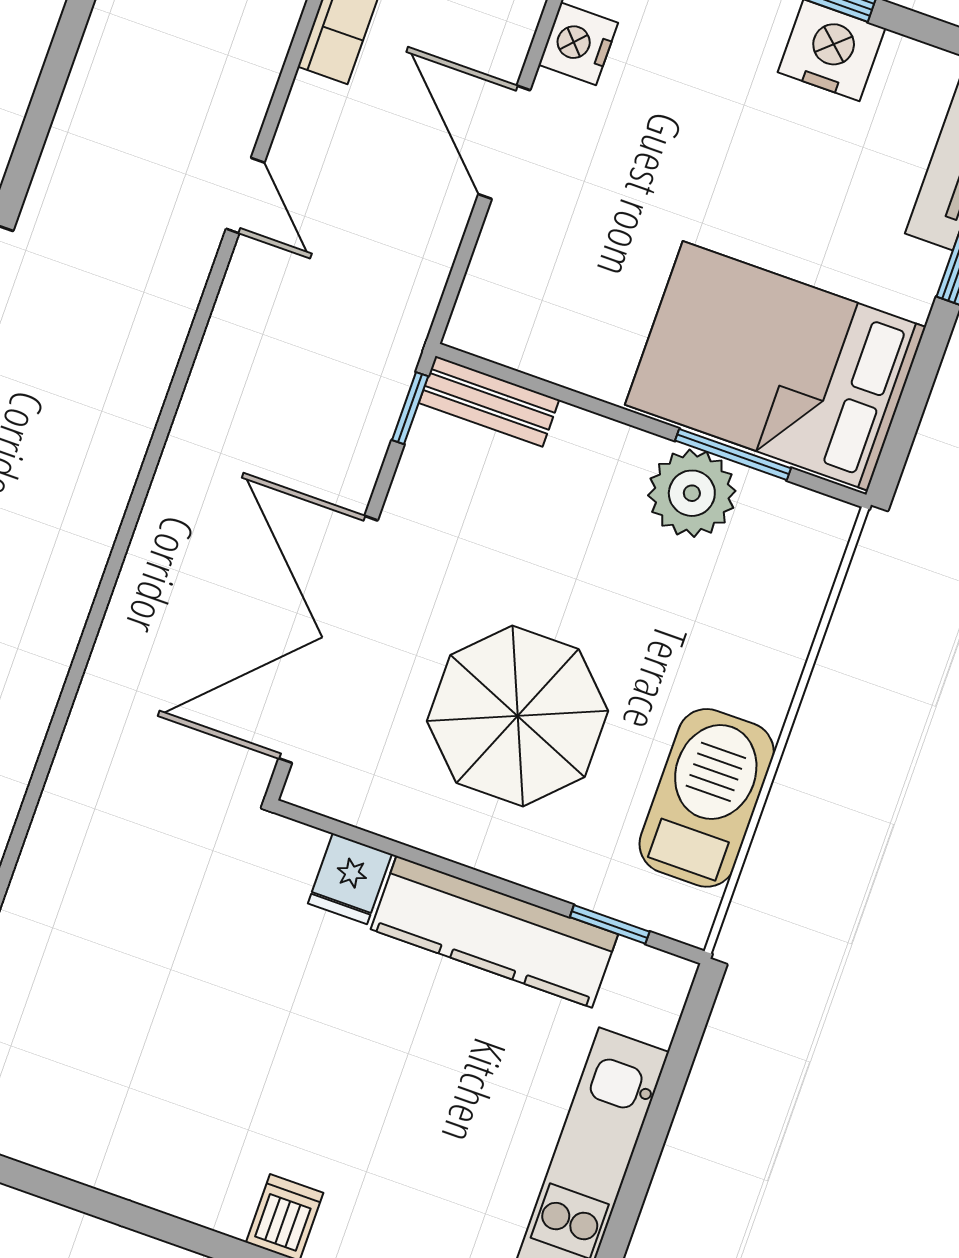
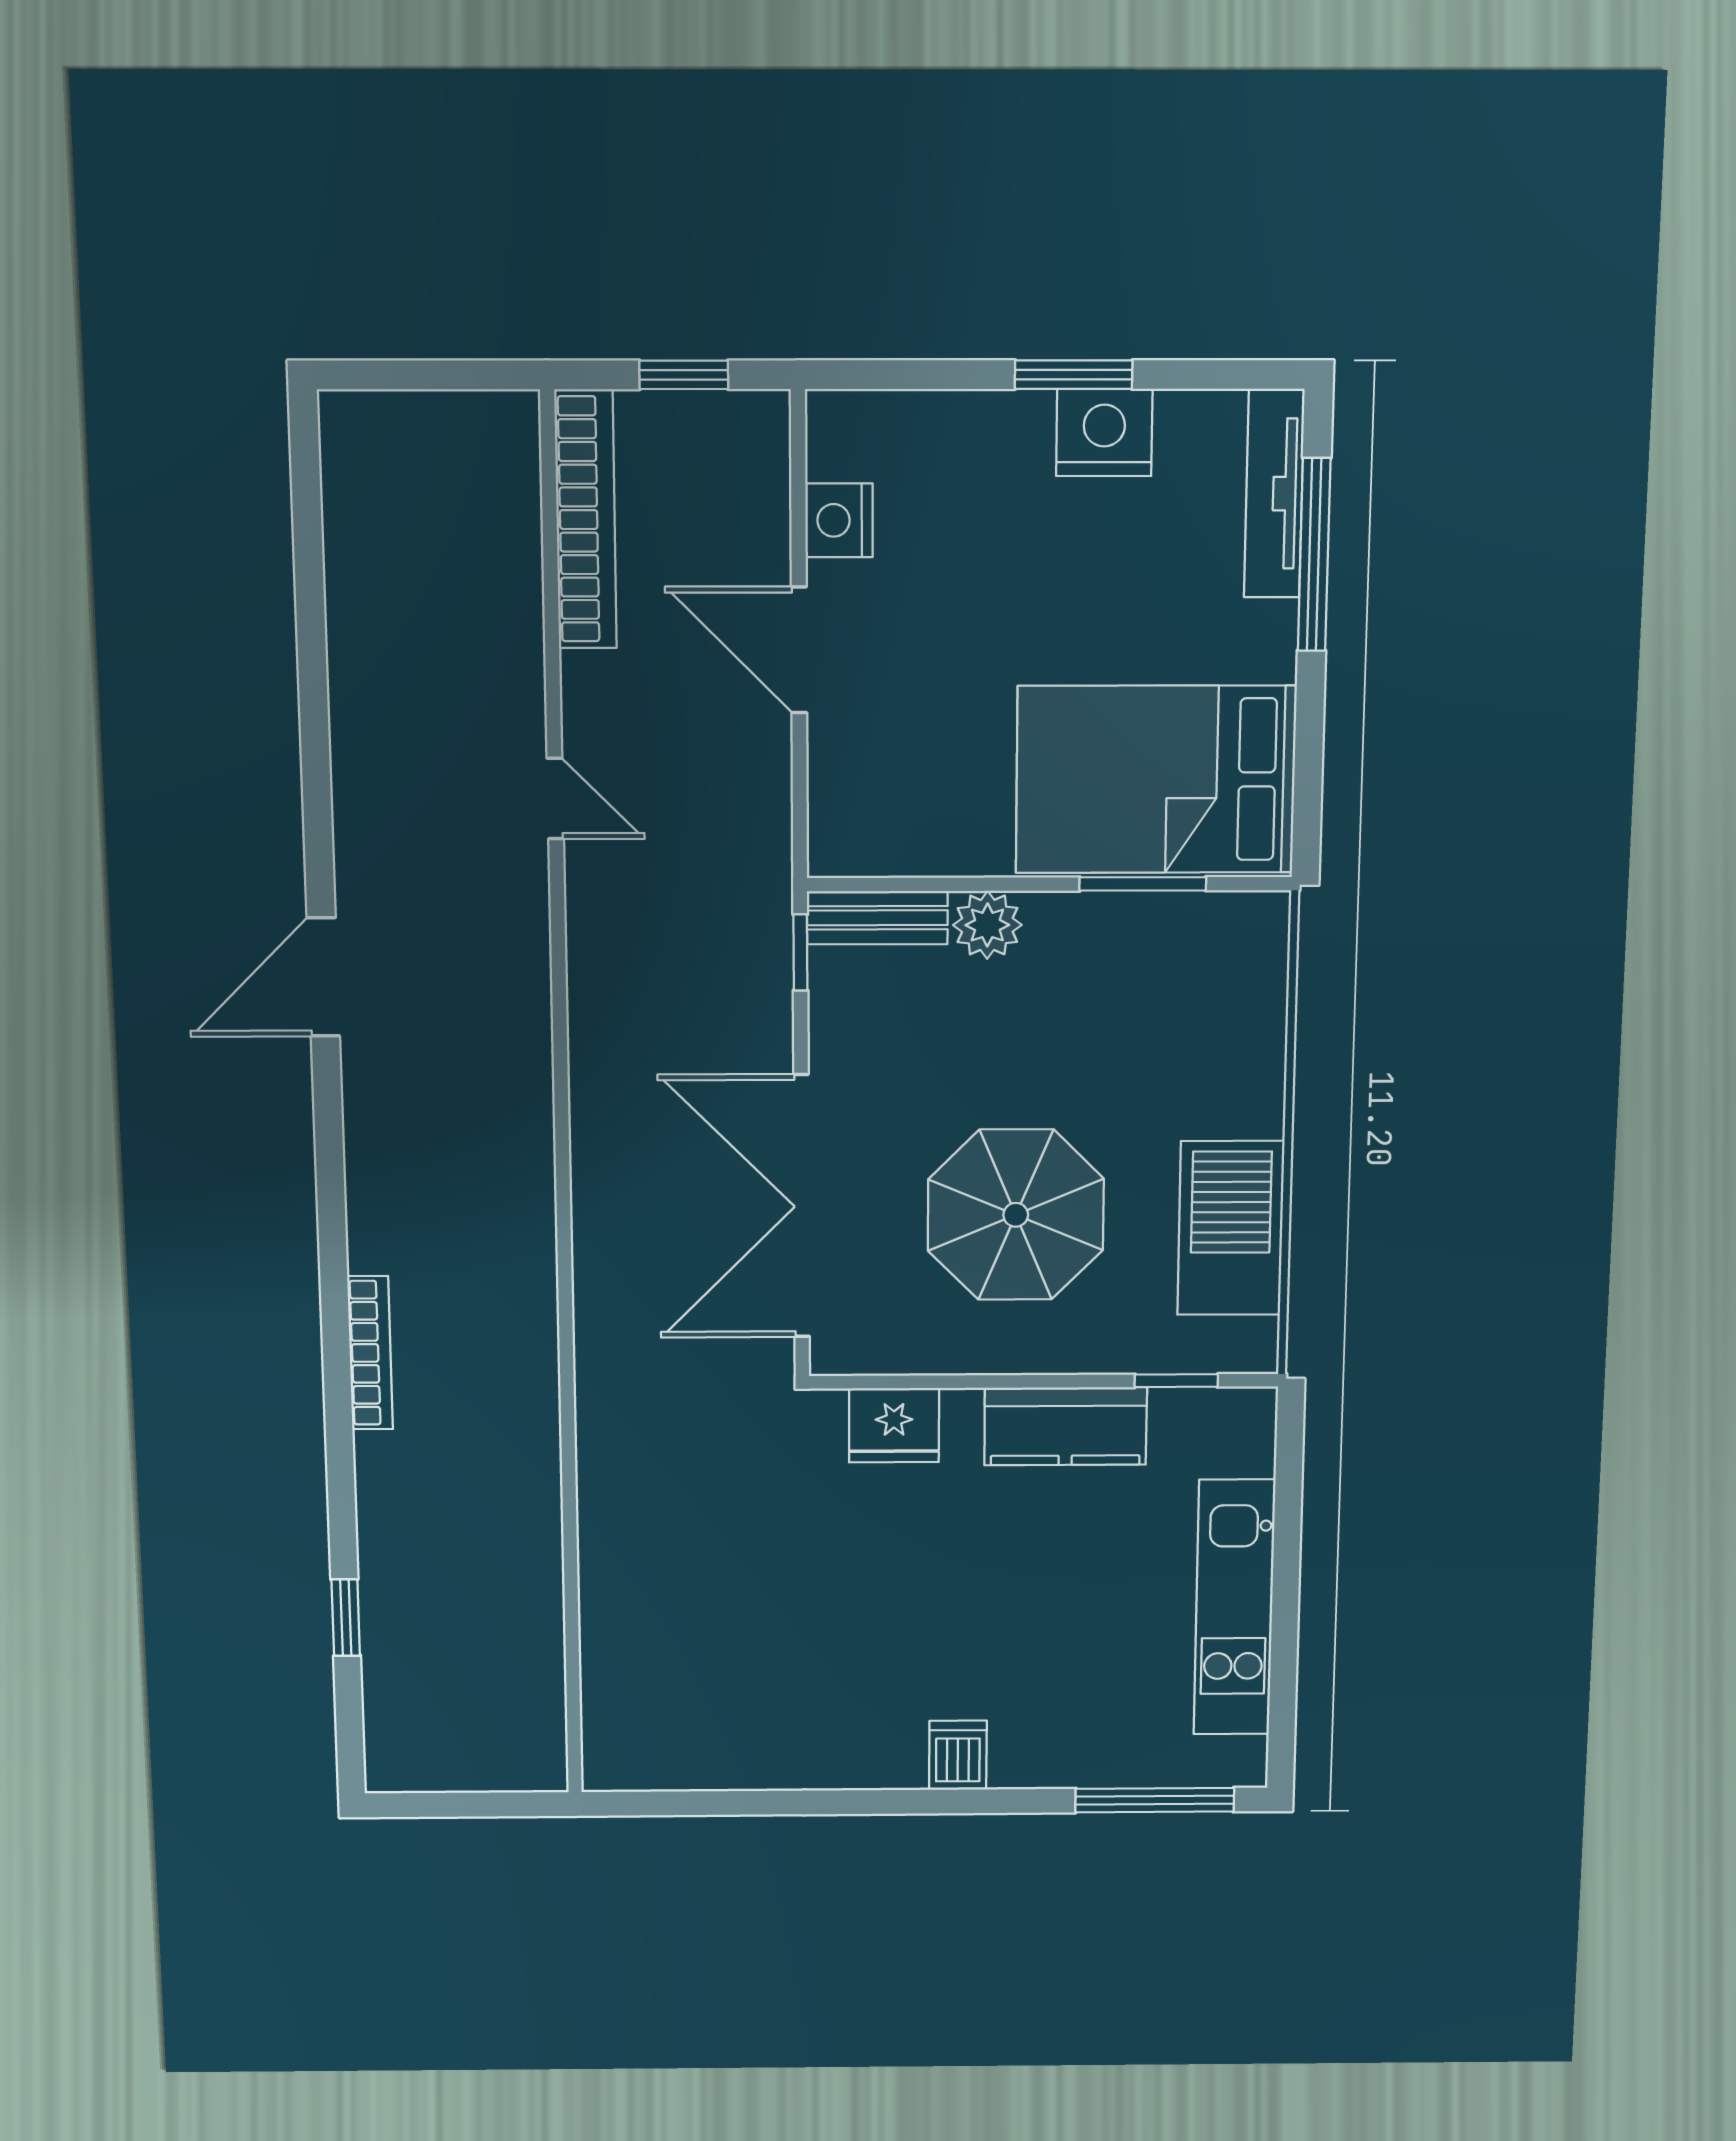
plant: (692, 493) -> (987, 925), moved, width x0.73, depth x0.73
fridge: (350, 879) -> (894, 1425), width x1.38
kitchen counter: (494, 932) -> (1066, 1426), width x0.67

